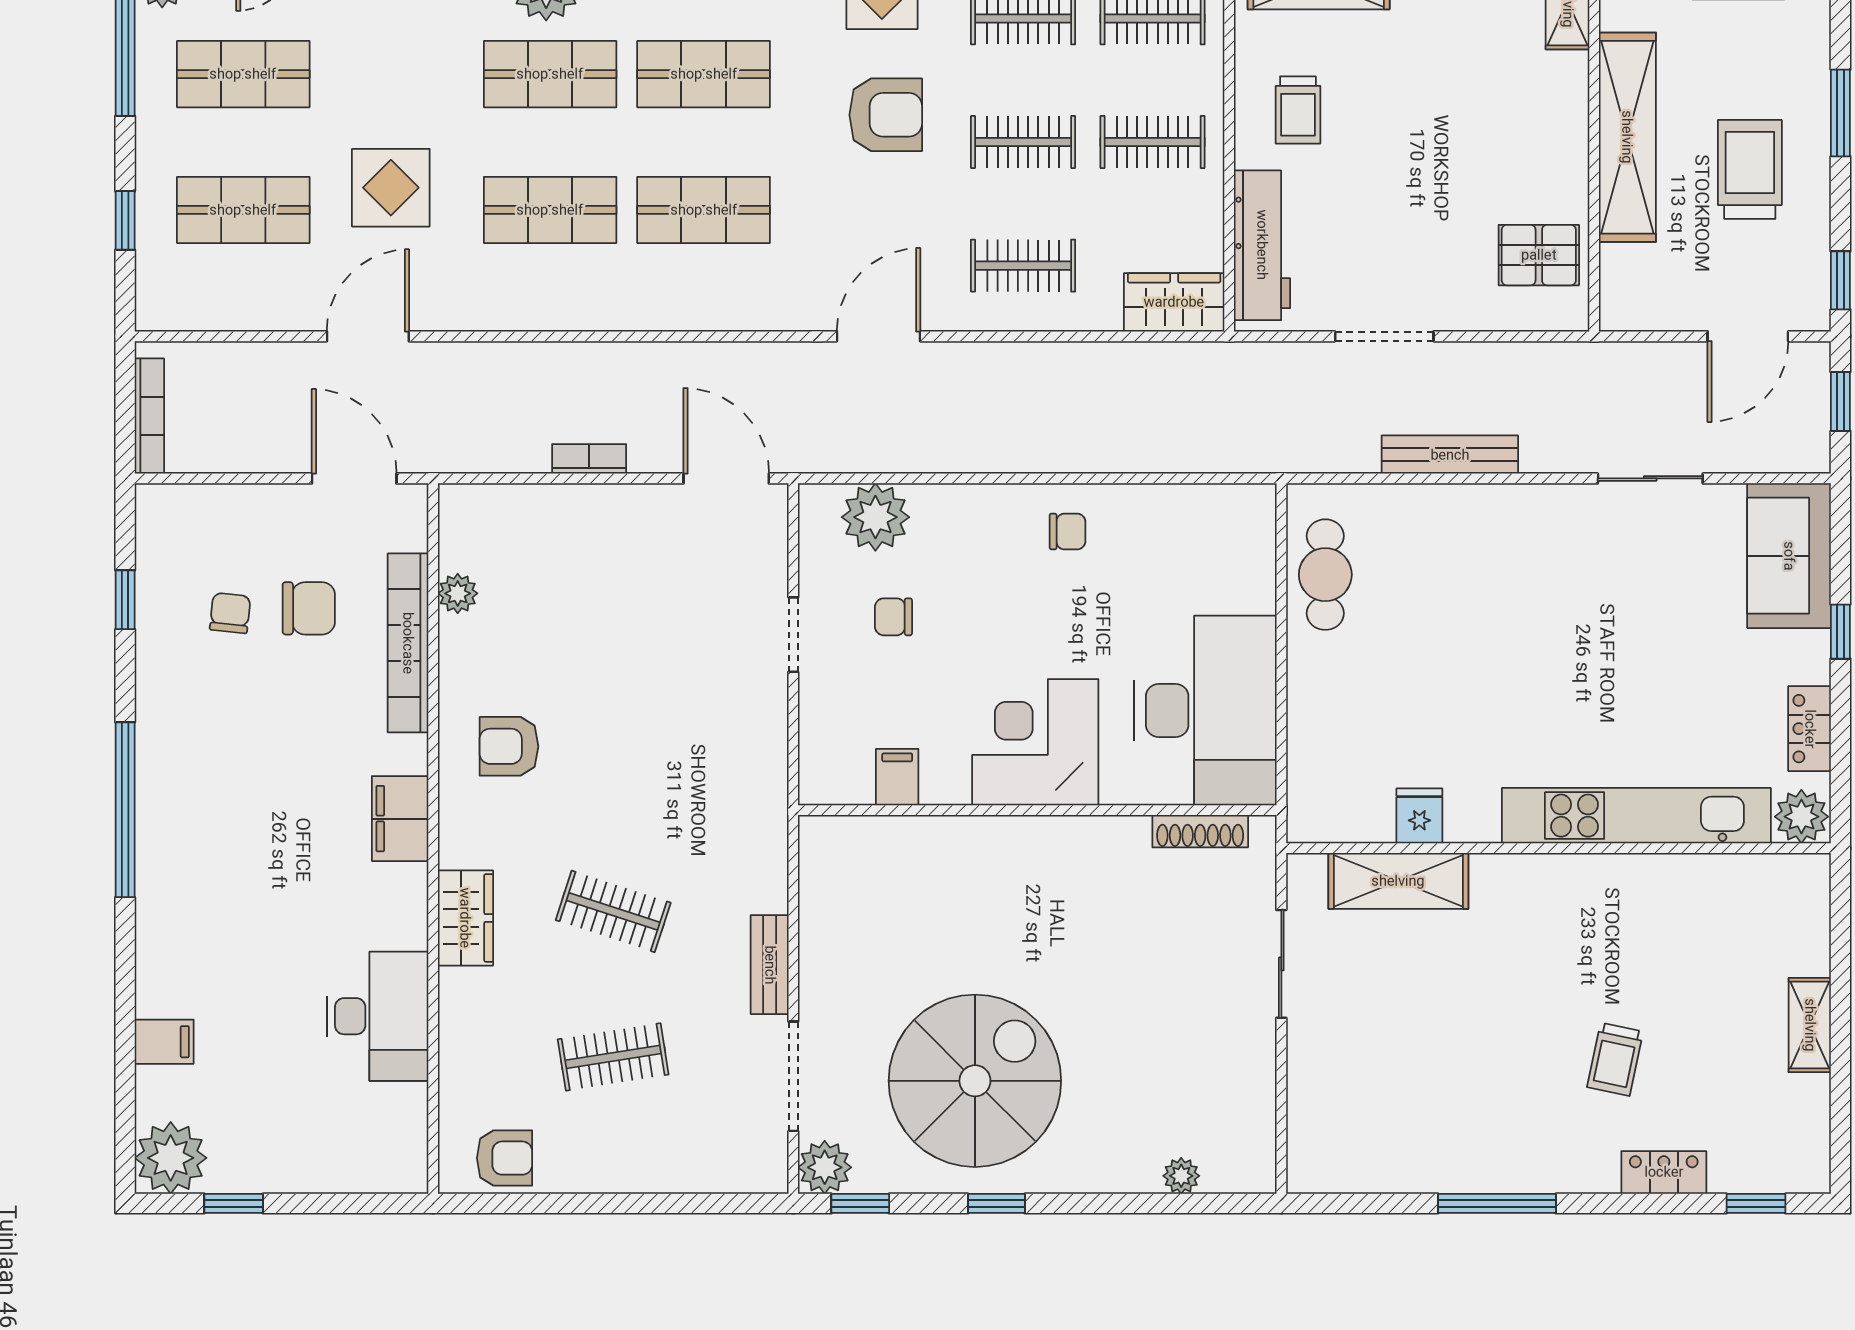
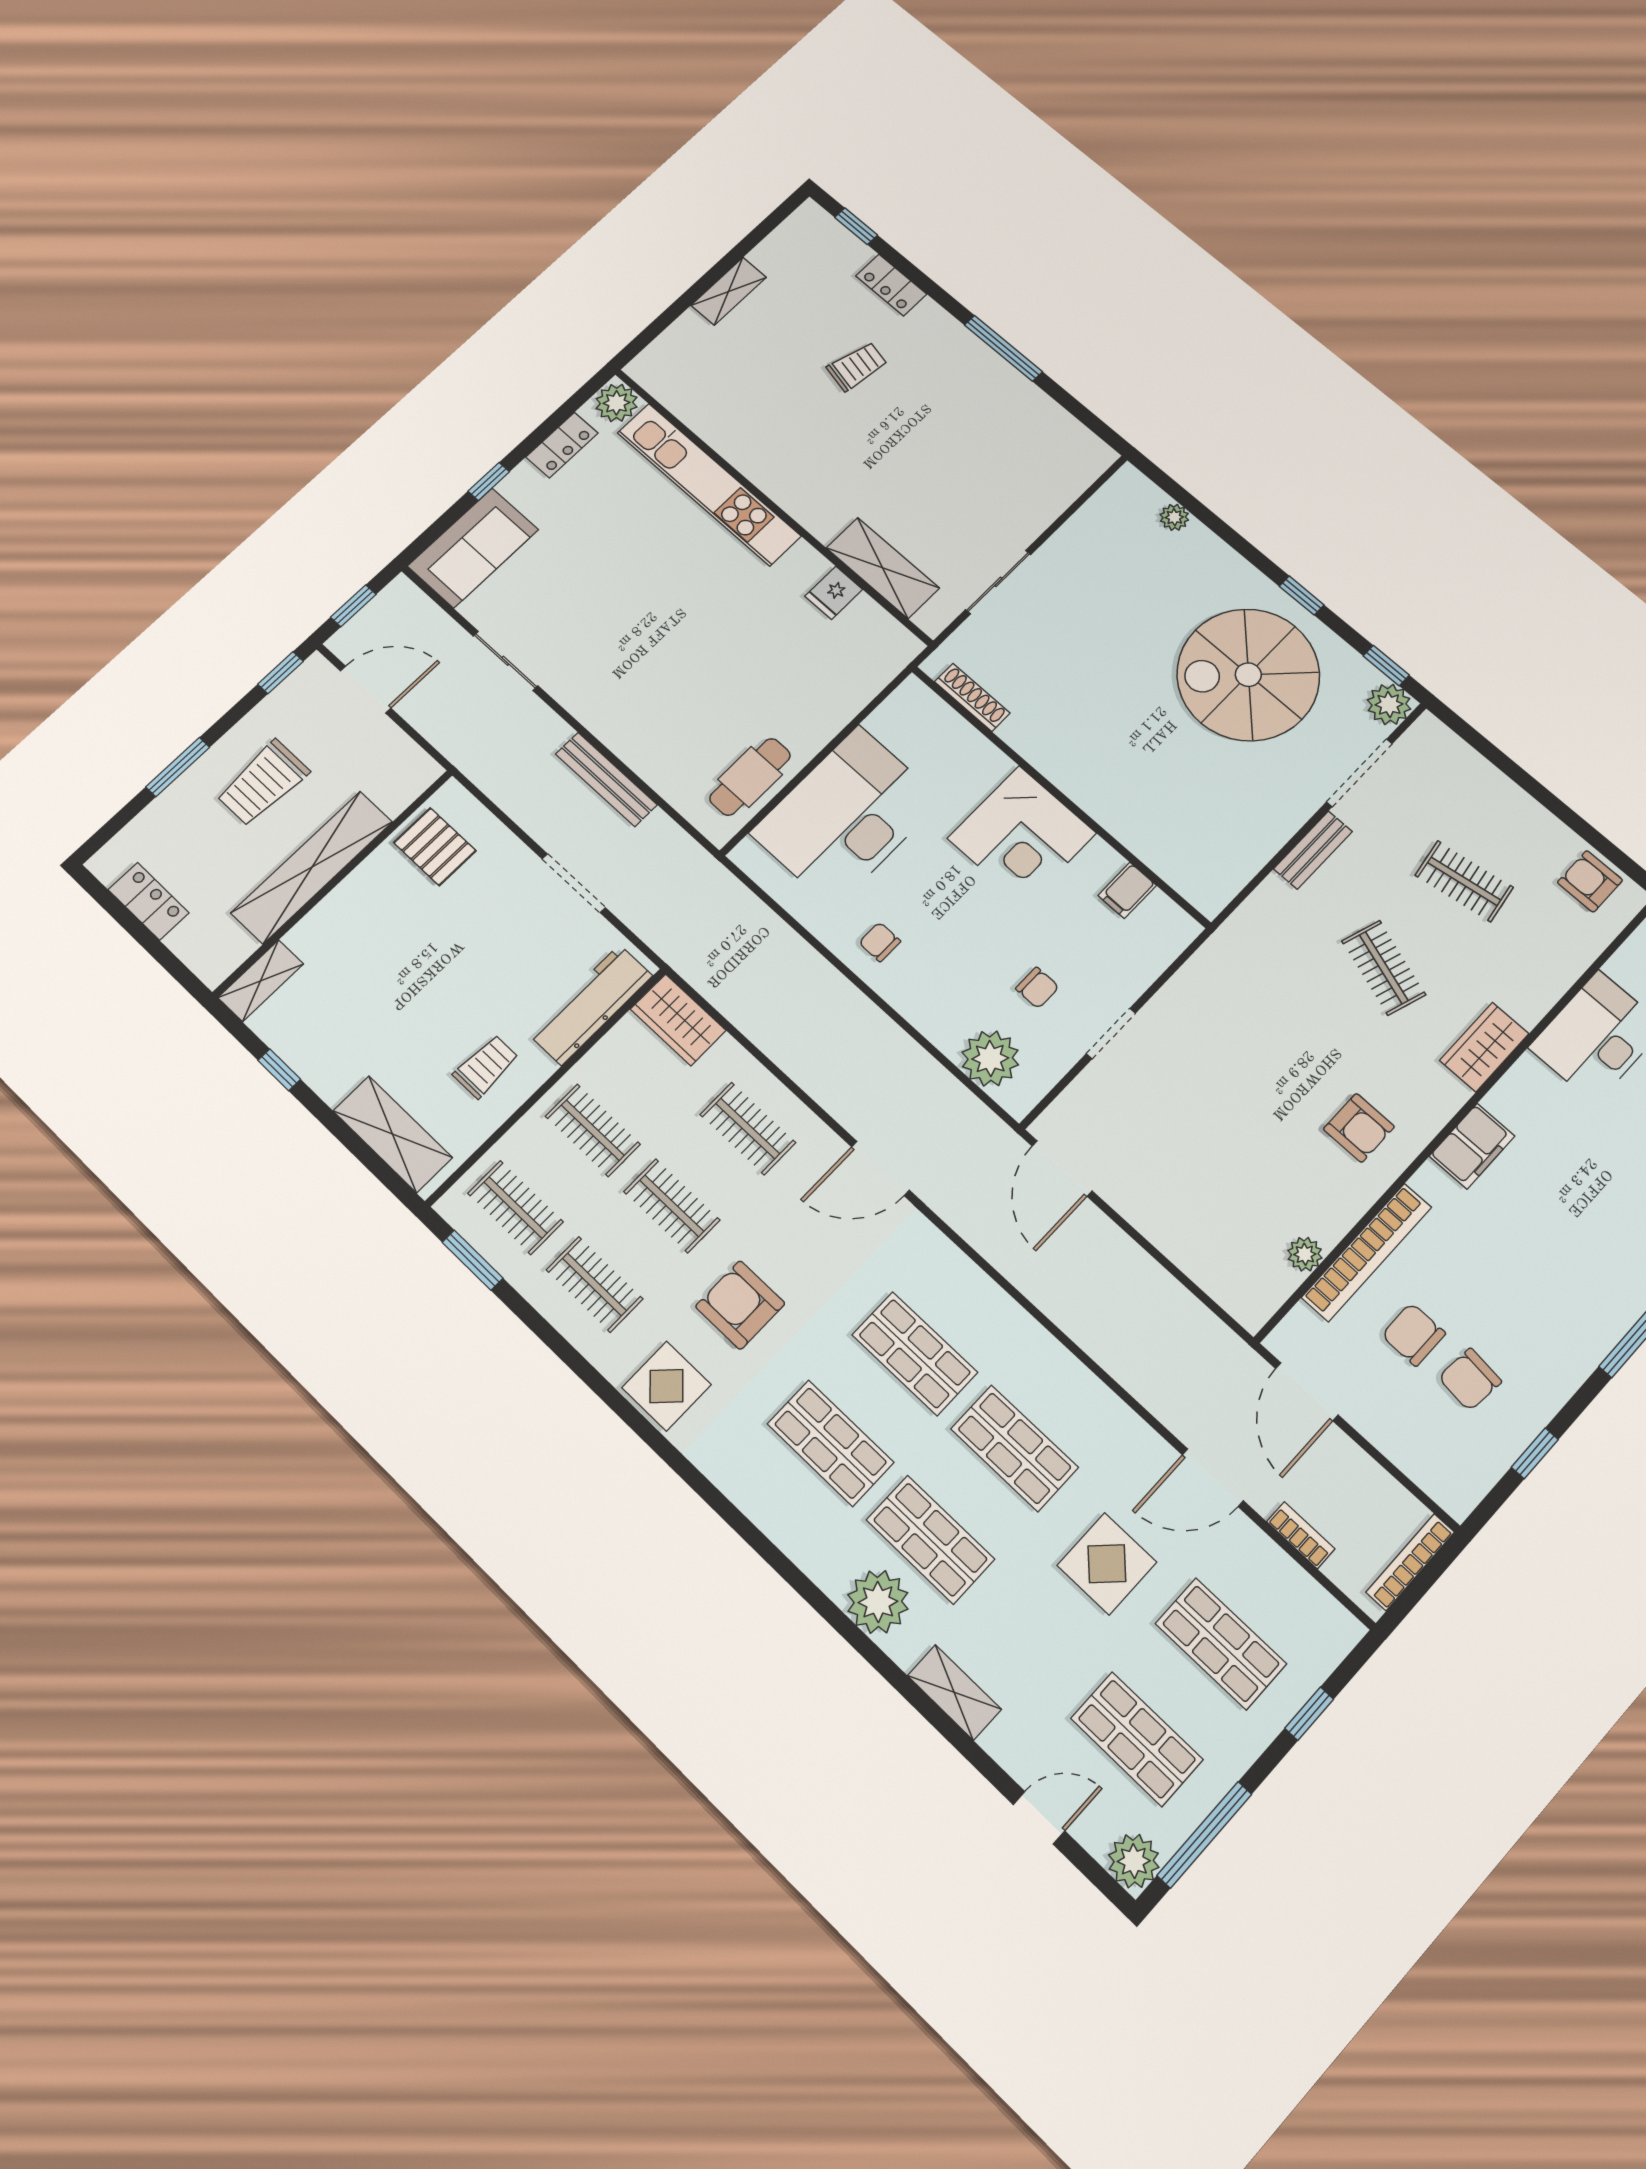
bookcase: (589, 459) -> (1301, 1535), moved, turned 180
chair: (230, 613) -> (1470, 1379), width x1.37, depth x1.37
desk: (1206, 711) -> (846, 816), moved

